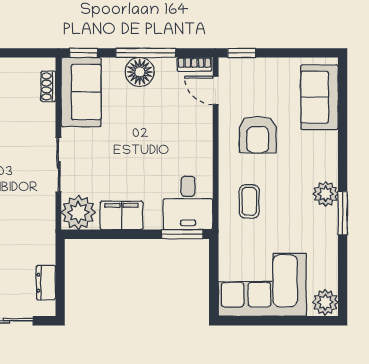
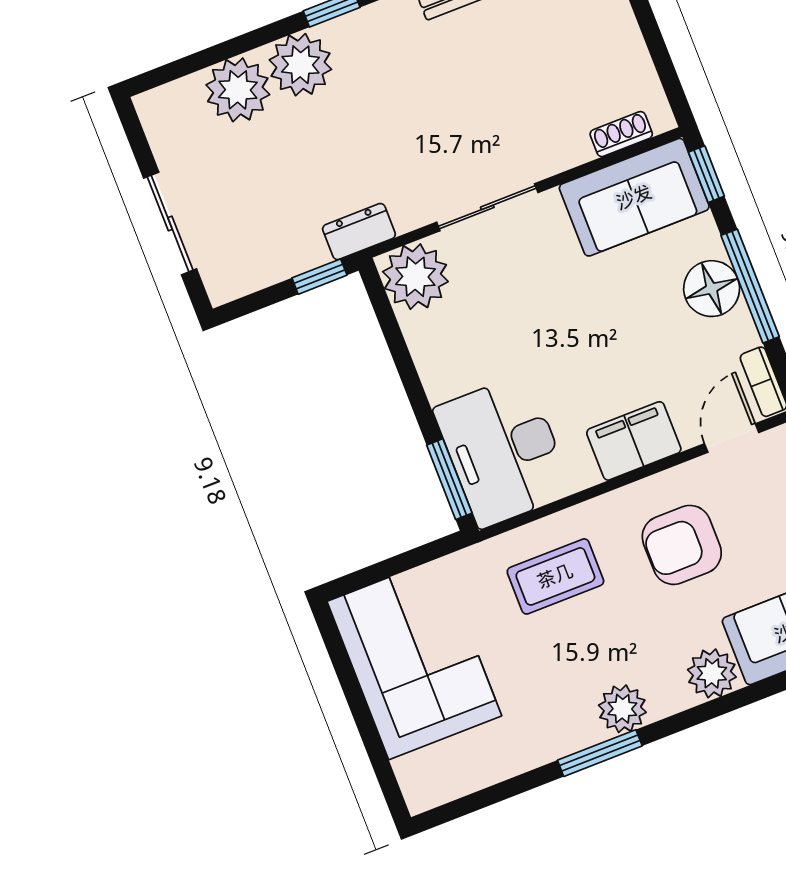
coffee table: (249, 201) -> (555, 576), width x1.36, depth x1.30
desk: (188, 203) -> (503, 451), width x1.37
filing cabinet: (122, 215) -> (634, 441), moved, turned -90
window: (60, 259) -> (319, 277), added
dresser: (46, 283) -> (359, 232), moved
plant: (325, 302) -> (712, 673), moved

